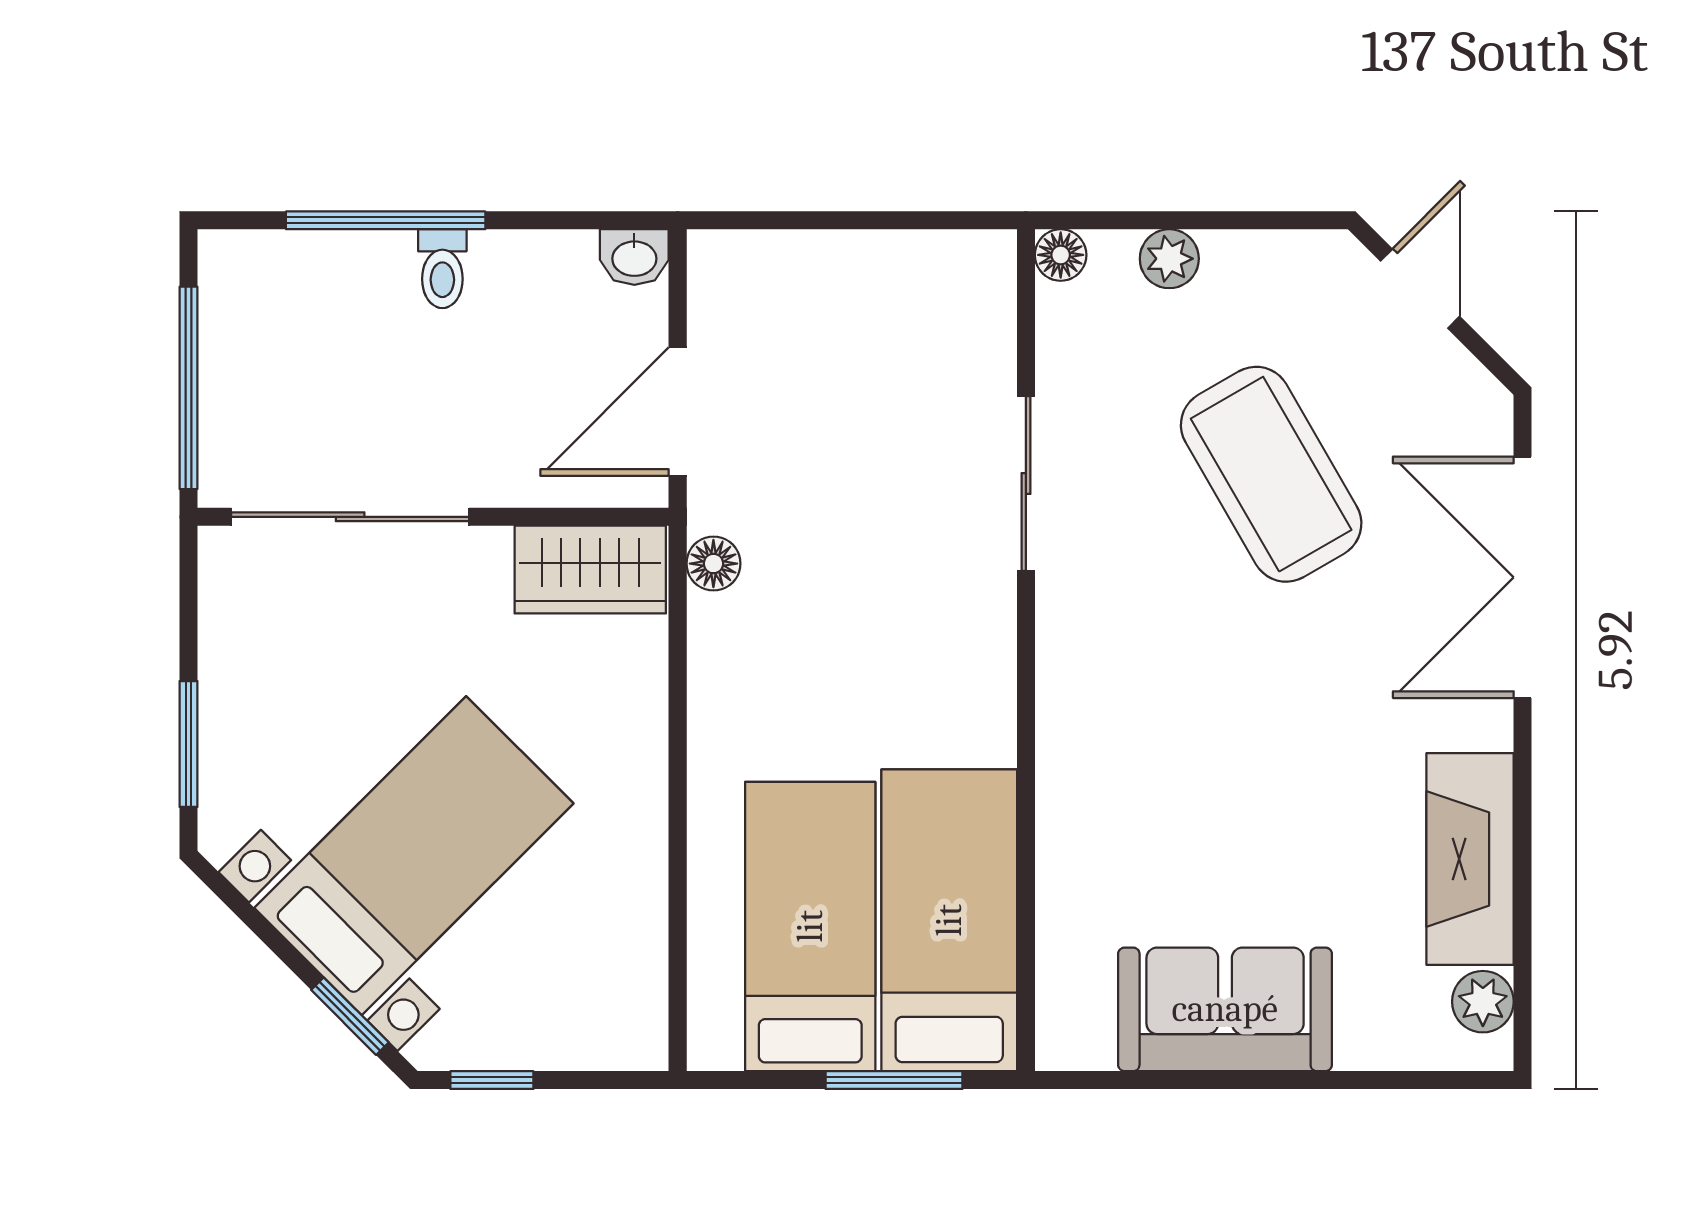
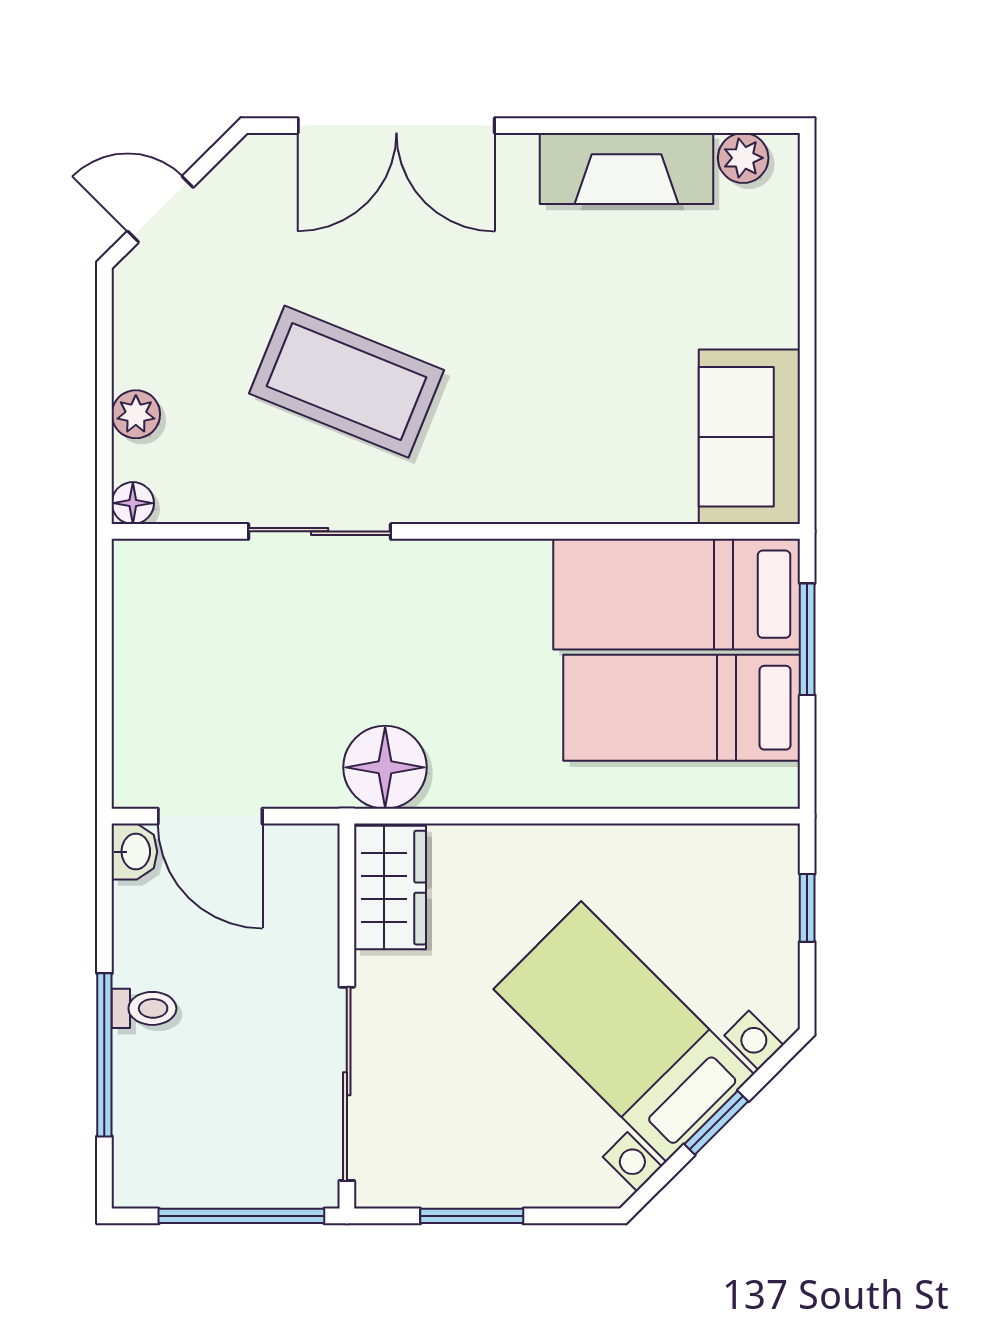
door: (678, 412) -> (210, 816), moved
coffee table: (1271, 474) -> (347, 382), moved, turned 52
floor lamp: (713, 564) -> (385, 767), width x1.89, depth x1.89
window: (188, 744) -> (472, 1216), moved
sofa: (1225, 1009) -> (749, 437), moved
window: (350, 1016) -> (716, 1123), moved
window: (492, 1080) -> (807, 908), moved

